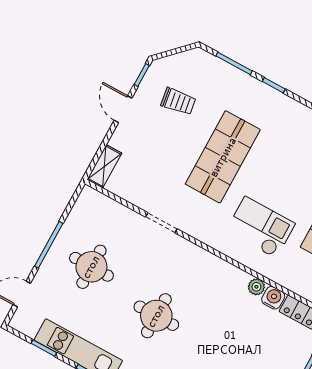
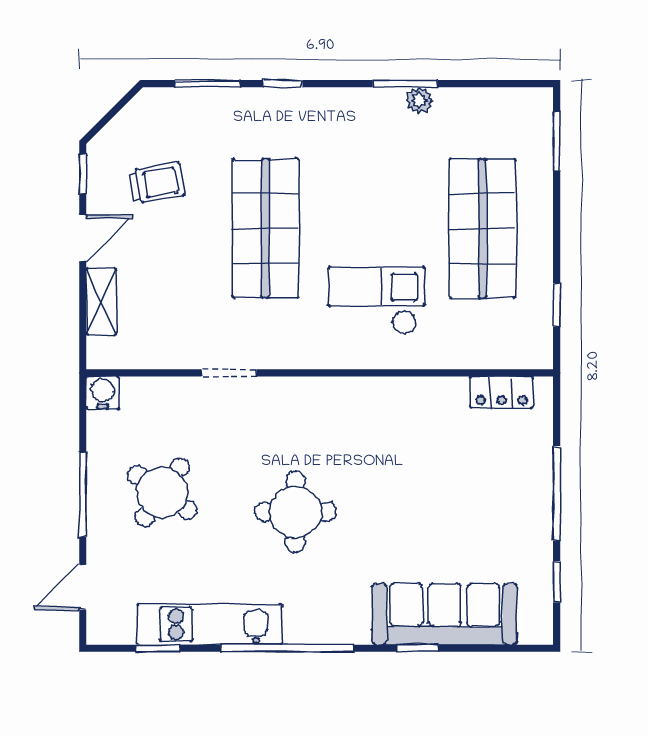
door: (123, 109) -> (83, 238), swing flipped
shelving: (104, 166) -> (101, 302), moved
round table: (91, 267) -> (162, 492), turned 35
plant: (256, 287) -> (418, 390), removed
water cooler: (273, 298) -> (103, 393), moved

